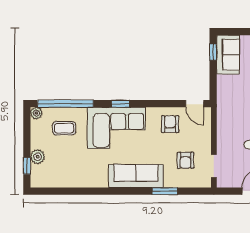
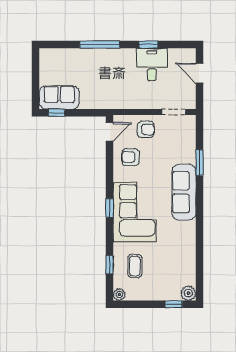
window: (65, 104) -> (110, 265), width x0.32
plant: (38, 157) -> (188, 293), moved
armchair: (185, 160) -> (146, 129), moved

